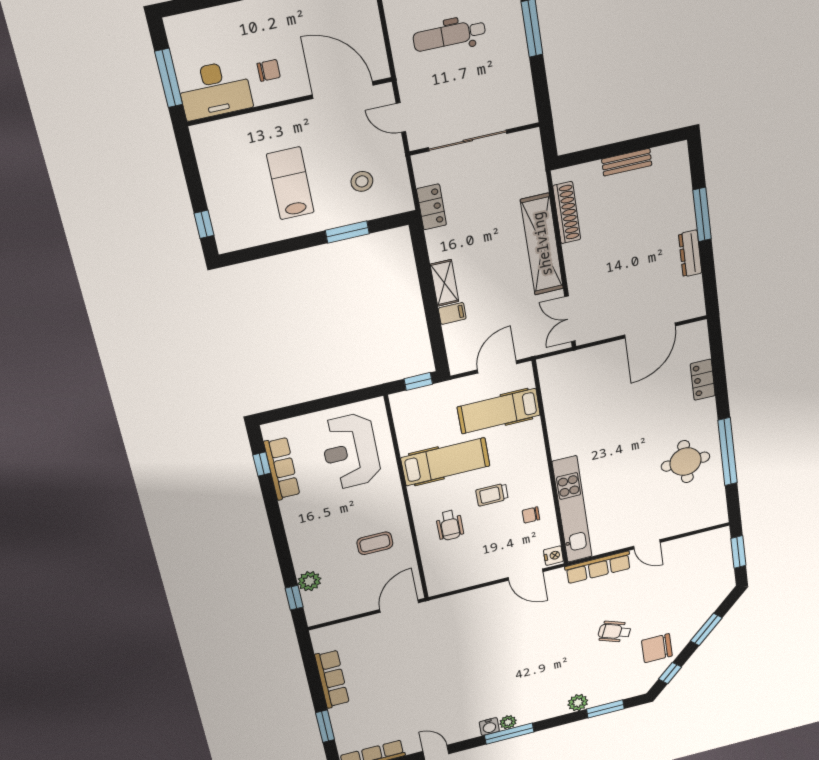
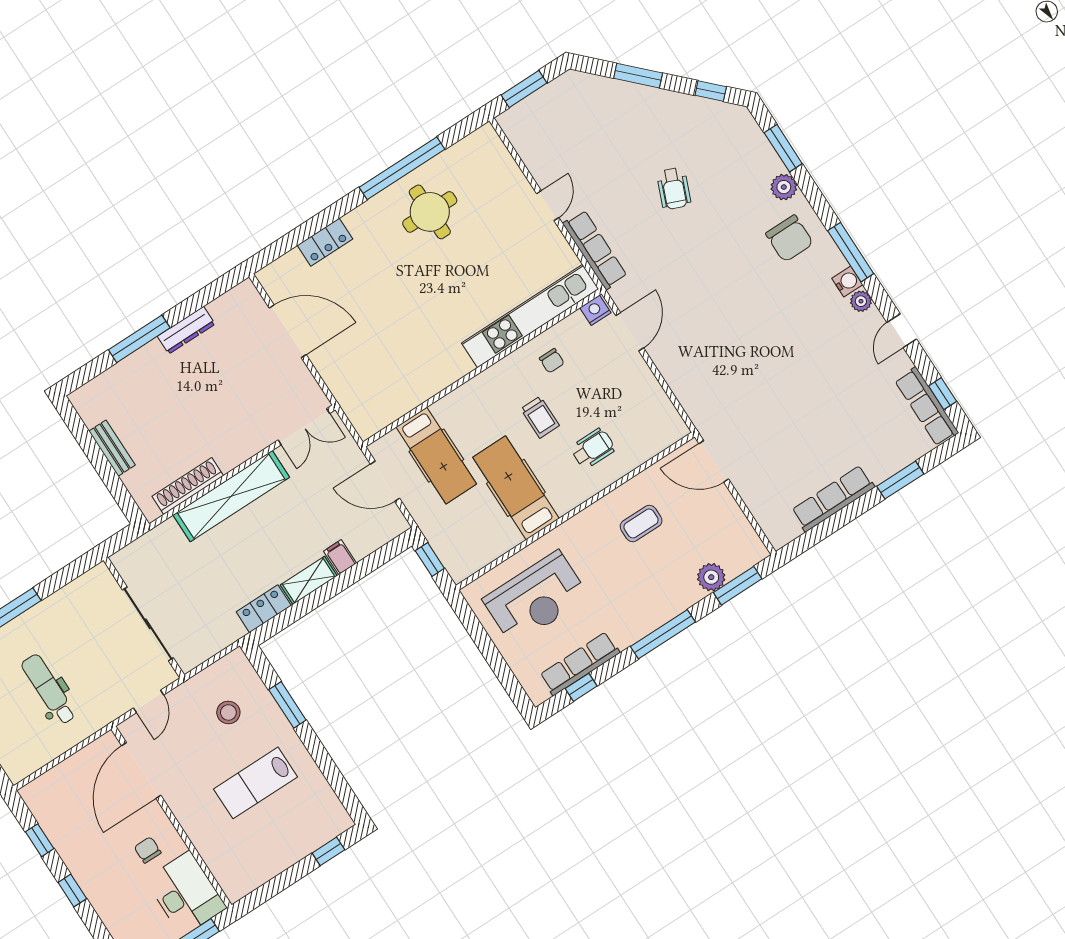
dental chair: (449, 35) -> (49, 689), turned 180
locker: (432, 207) -> (264, 609), moved
window: (279, 535) -> (663, 634), added
coffee table: (375, 543) -> (641, 523), turned 90
window: (294, 598) -> (738, 586), width x1.50
chair: (657, 648) -> (789, 238), moved
plant: (508, 722) -> (861, 301), moved

